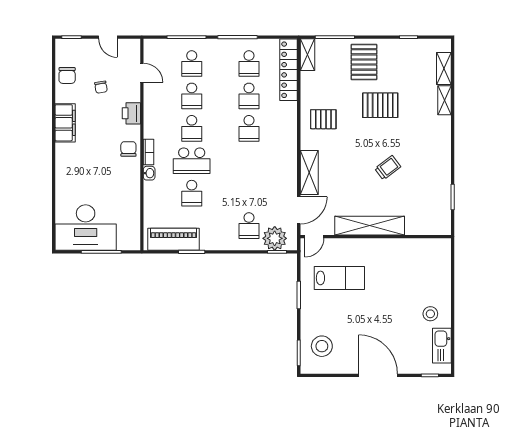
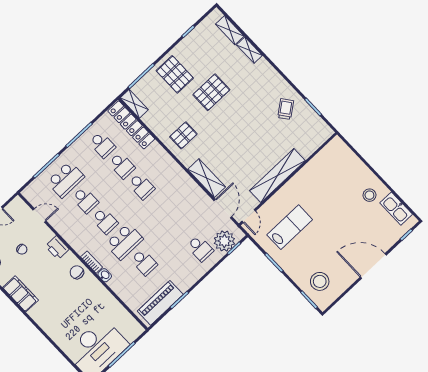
school desk: (192, 64) -> (66, 179), width x1.85
trolley: (388, 168) -> (286, 109), moved

